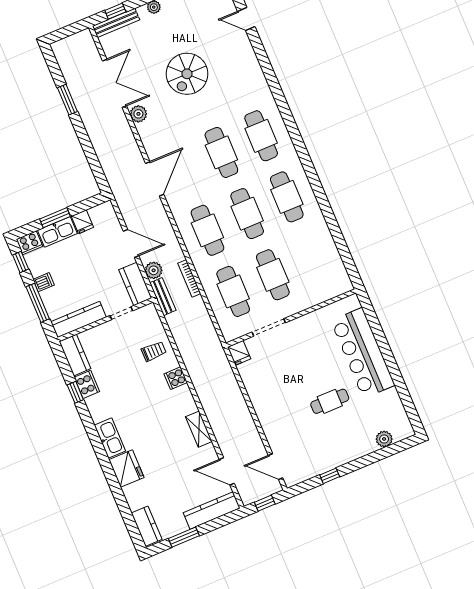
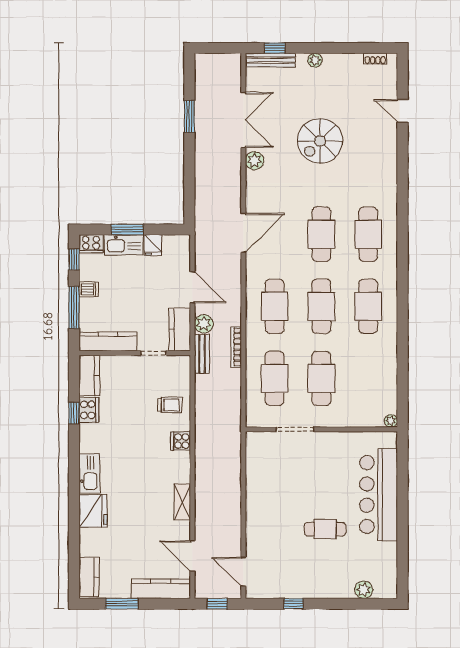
plant: (347, 286) -> (391, 421), added
fridge: (239, 353) -> (255, 442), removed

